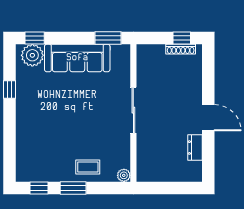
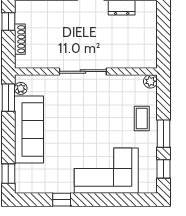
shoe rack: (181, 49) -> (20, 39), moved
plant: (32, 55) -> (21, 88), moved, width x0.53, depth x0.53
corner sofa: (38, 133) -> (106, 171), added

